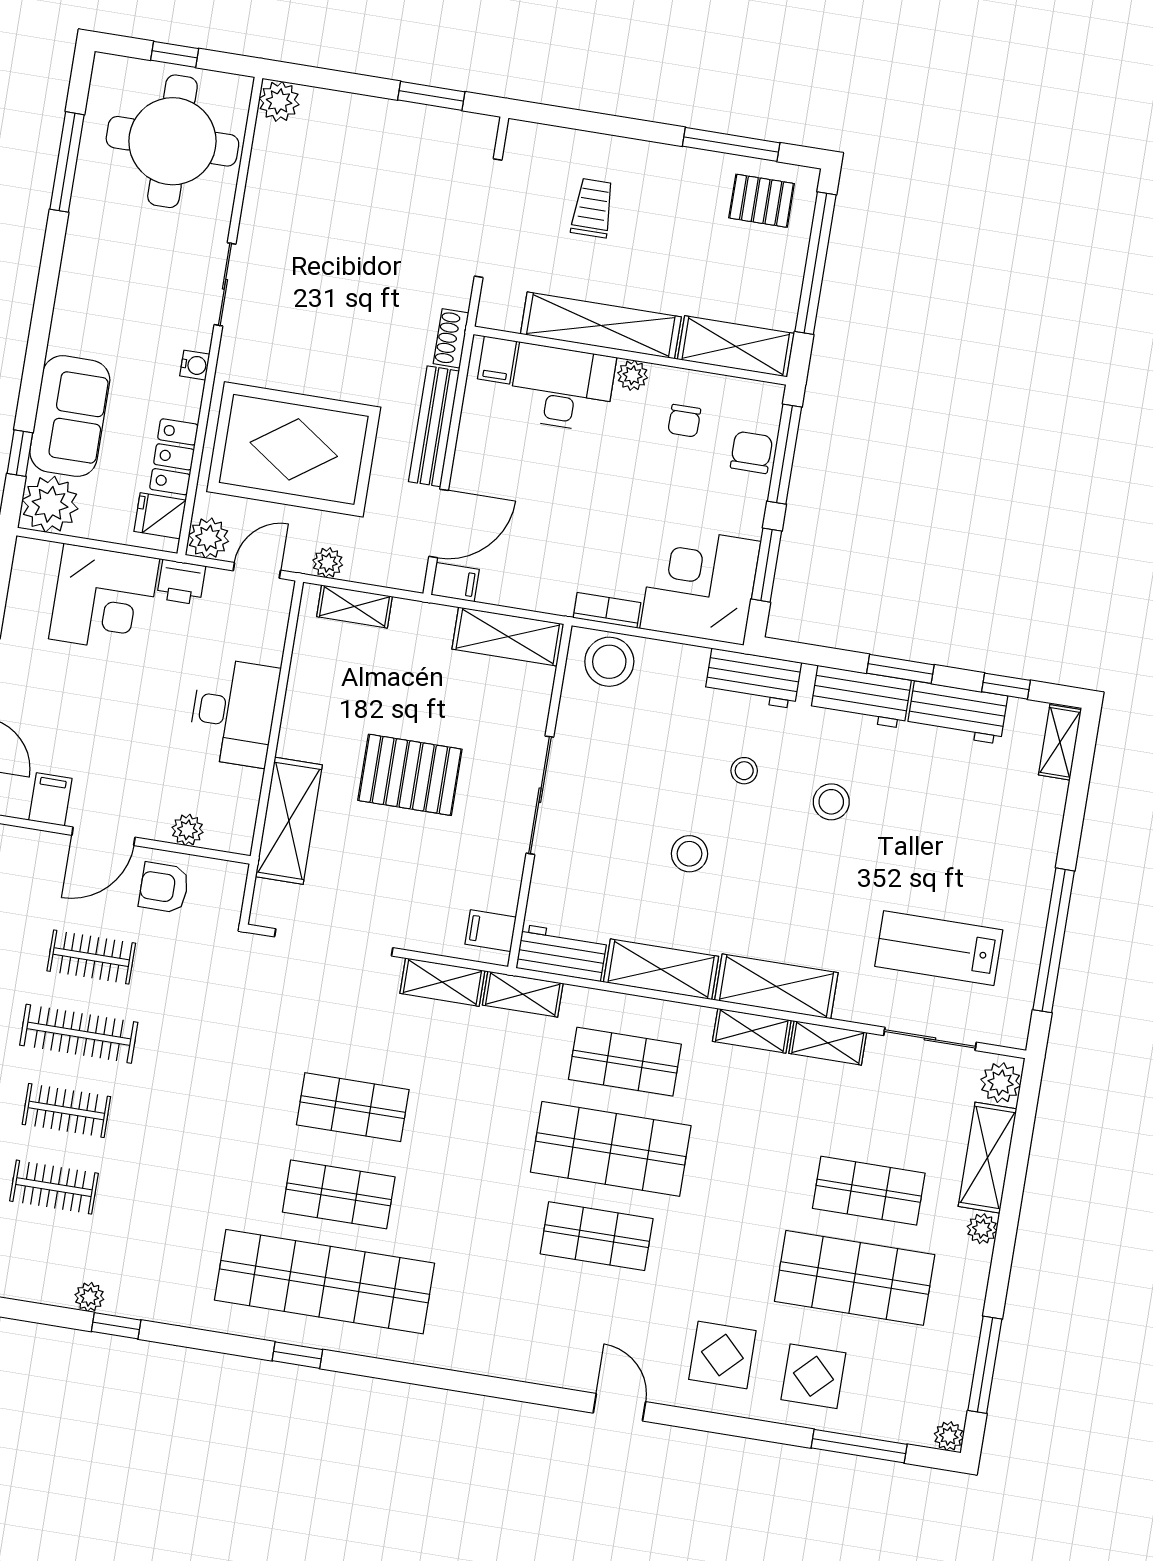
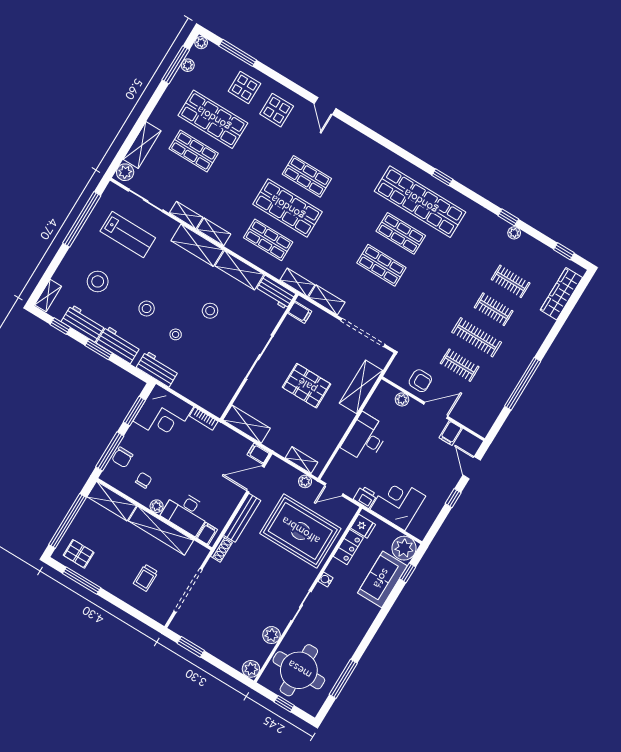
plant: (209, 538) -> (271, 635), moved
stool: (609, 662) -> (98, 281), moved
plant: (982, 1229) -> (188, 65), moved

